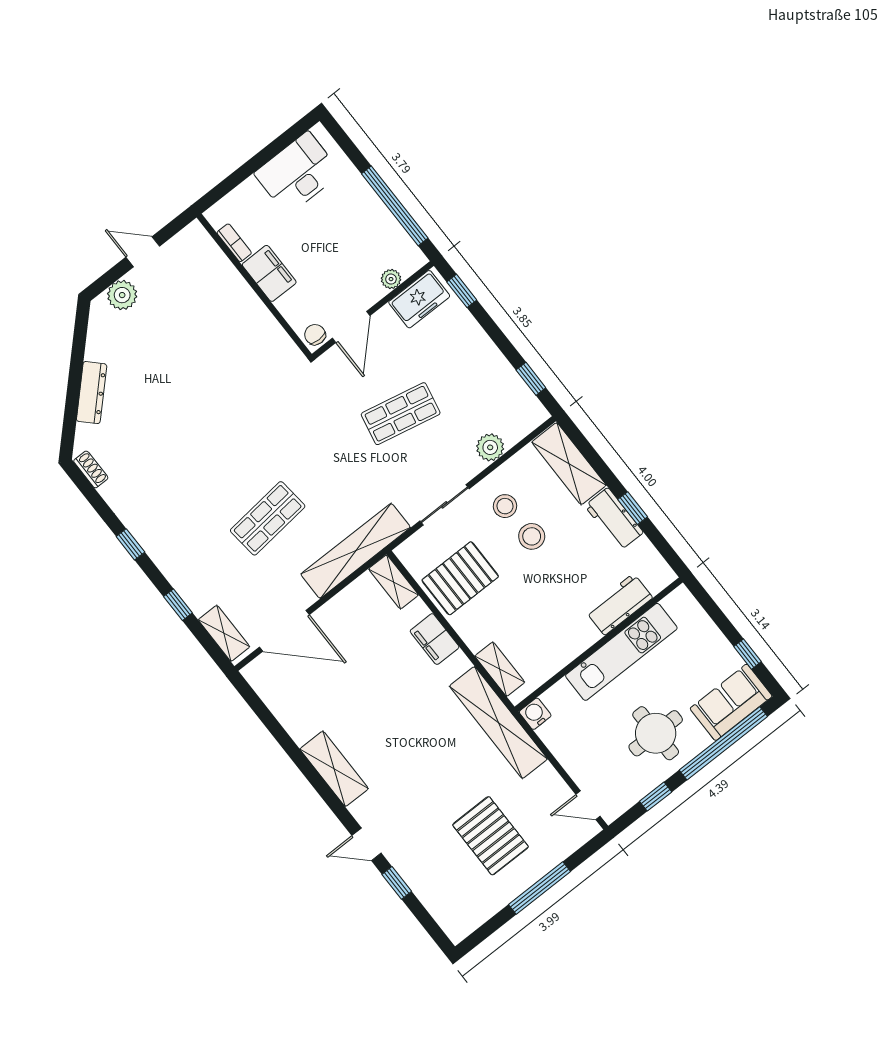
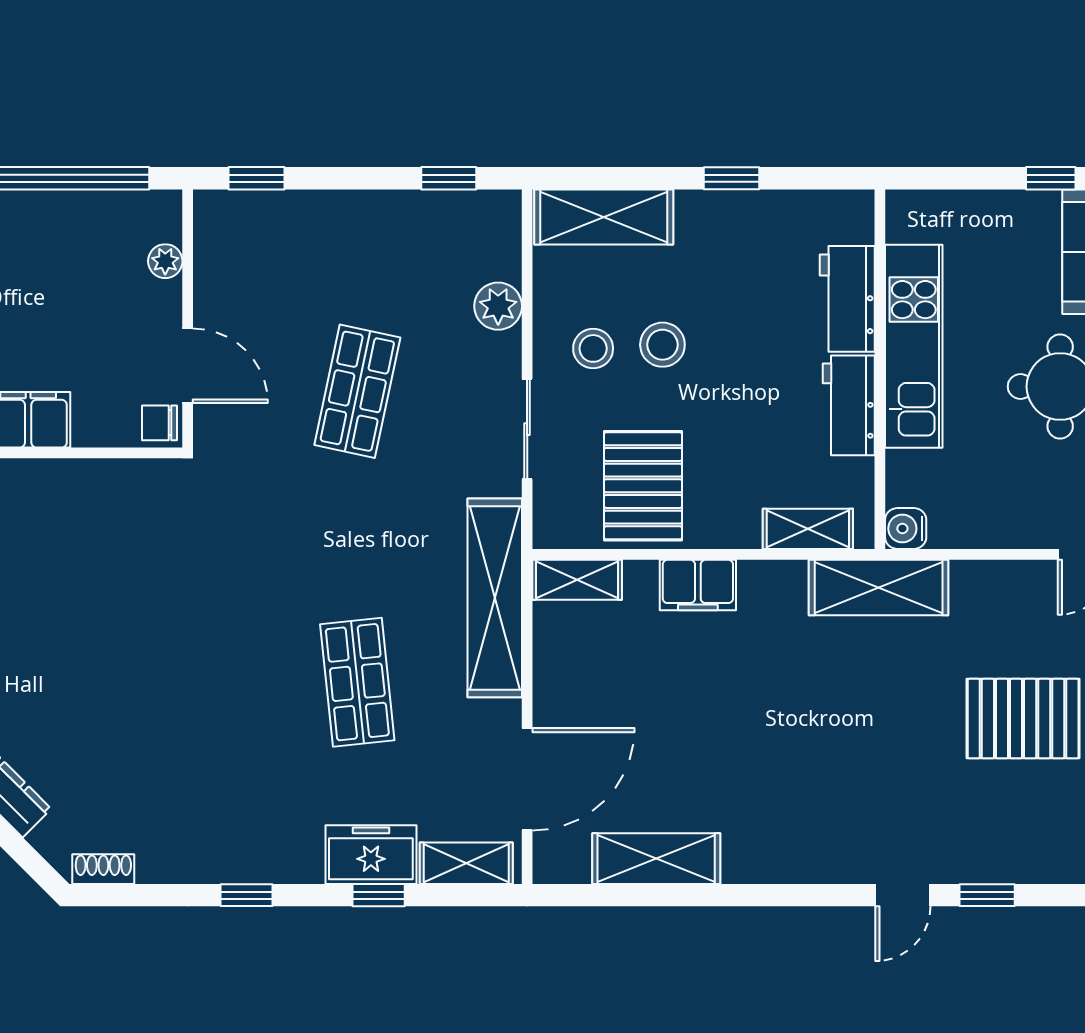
freezer: (419, 299) -> (371, 855), moved, turned -90
workbench: (614, 519) -> (849, 405), moved, turned 90
shelving: (498, 723) -> (879, 587), width x0.68
shelving: (334, 769) -> (656, 859), moved

